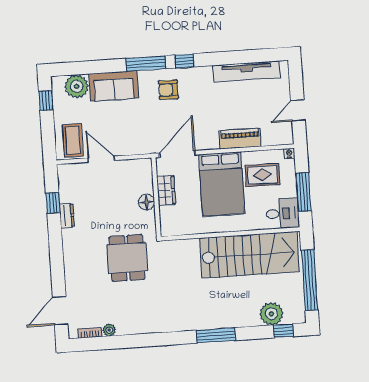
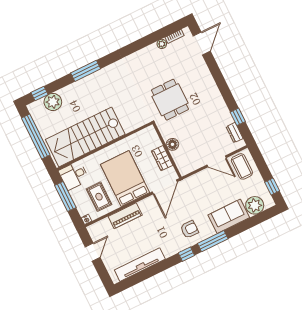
rug: (263, 175) -> (99, 197), turned 90
dresser: (67, 216) -> (235, 133), moved

